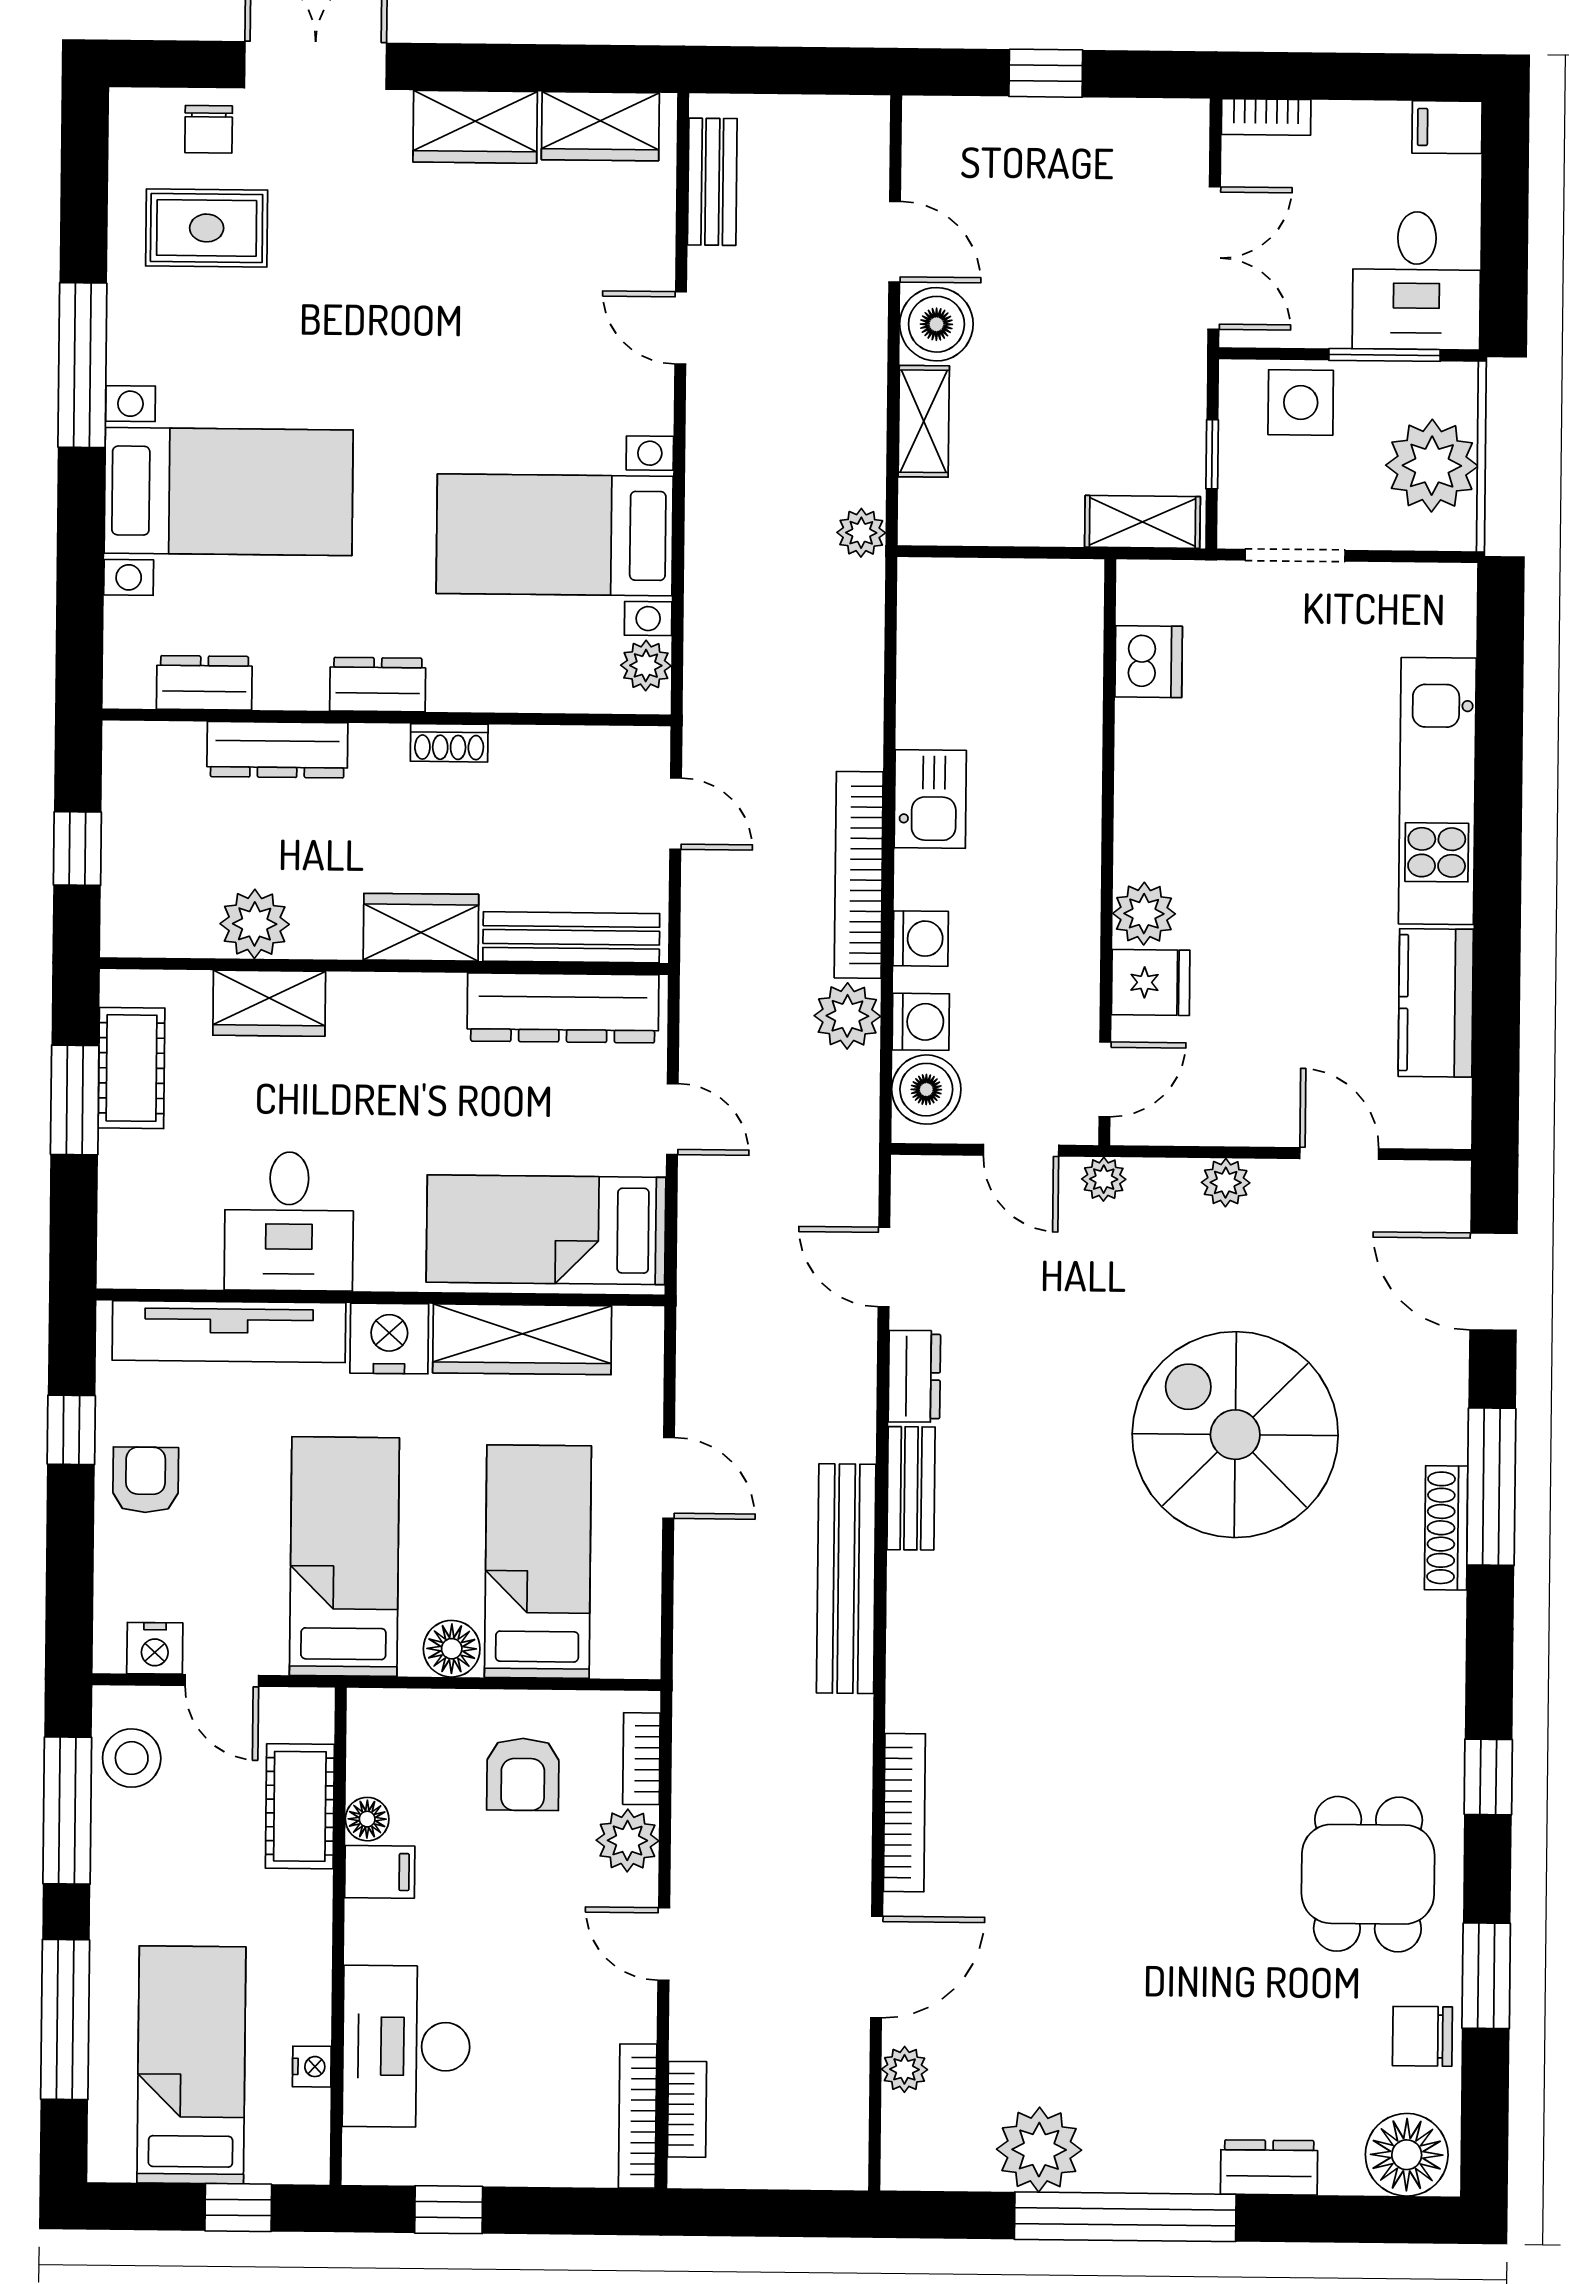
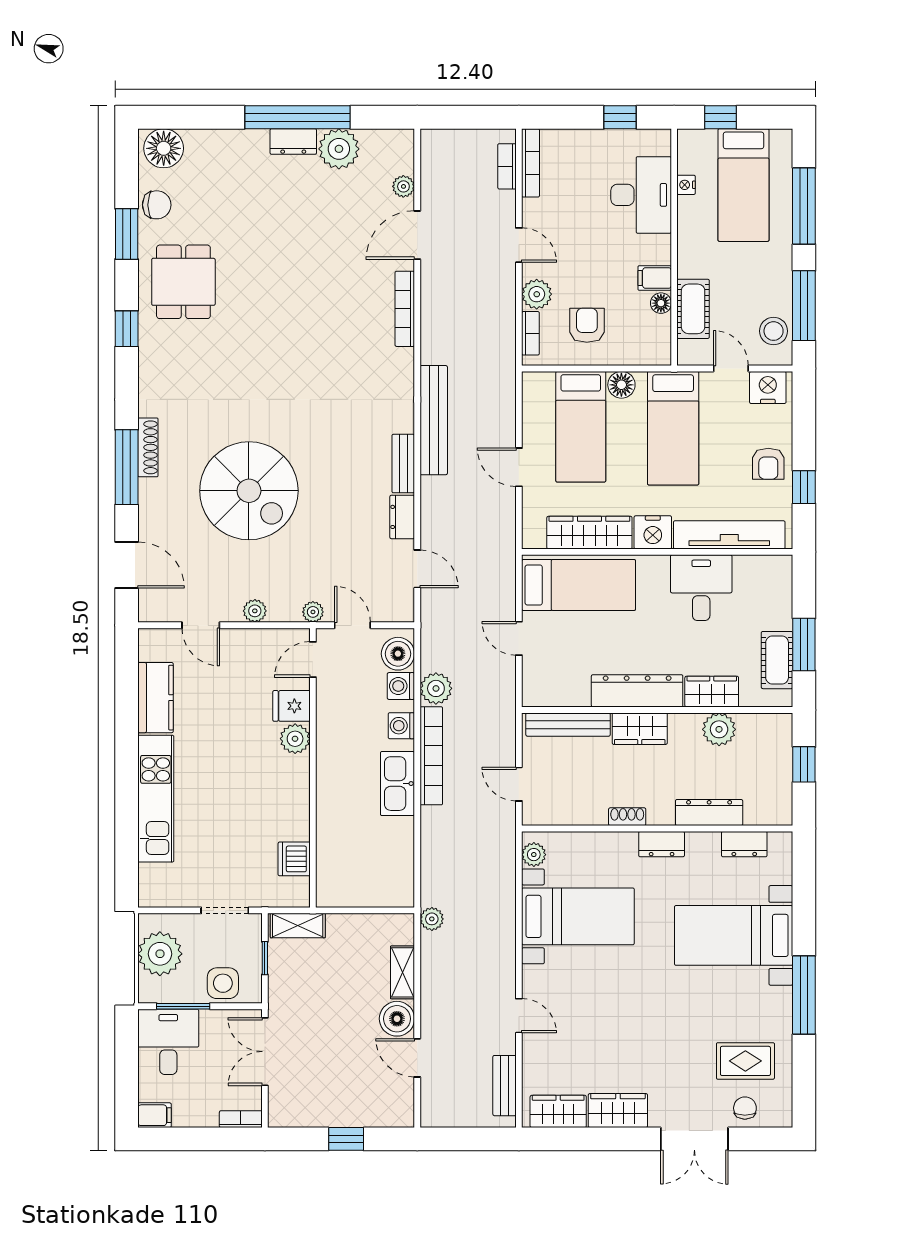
kitchen sink: (930, 799) -> (398, 784), width x1.38
dresser: (563, 1008) -> (637, 691), moved
nightstand: (155, 1648) -> (768, 387), width x1.36, depth x1.33
dresser: (1269, 2167) -> (293, 142), moved

